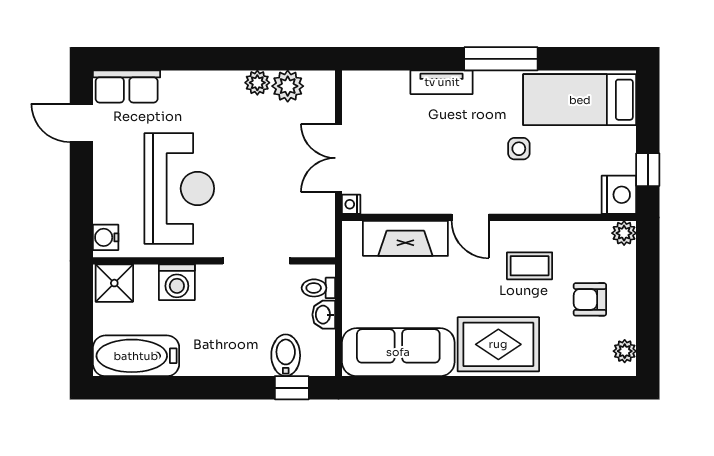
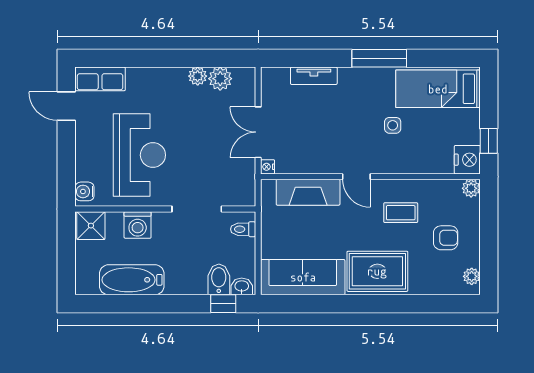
tv unit: (442, 82) -> (314, 76), moved
armchair: (590, 299) -> (446, 238), turned 180
washbasin: (324, 315) -> (242, 286), moved, turned 90
bathtub: (136, 356) -> (132, 280), moved

